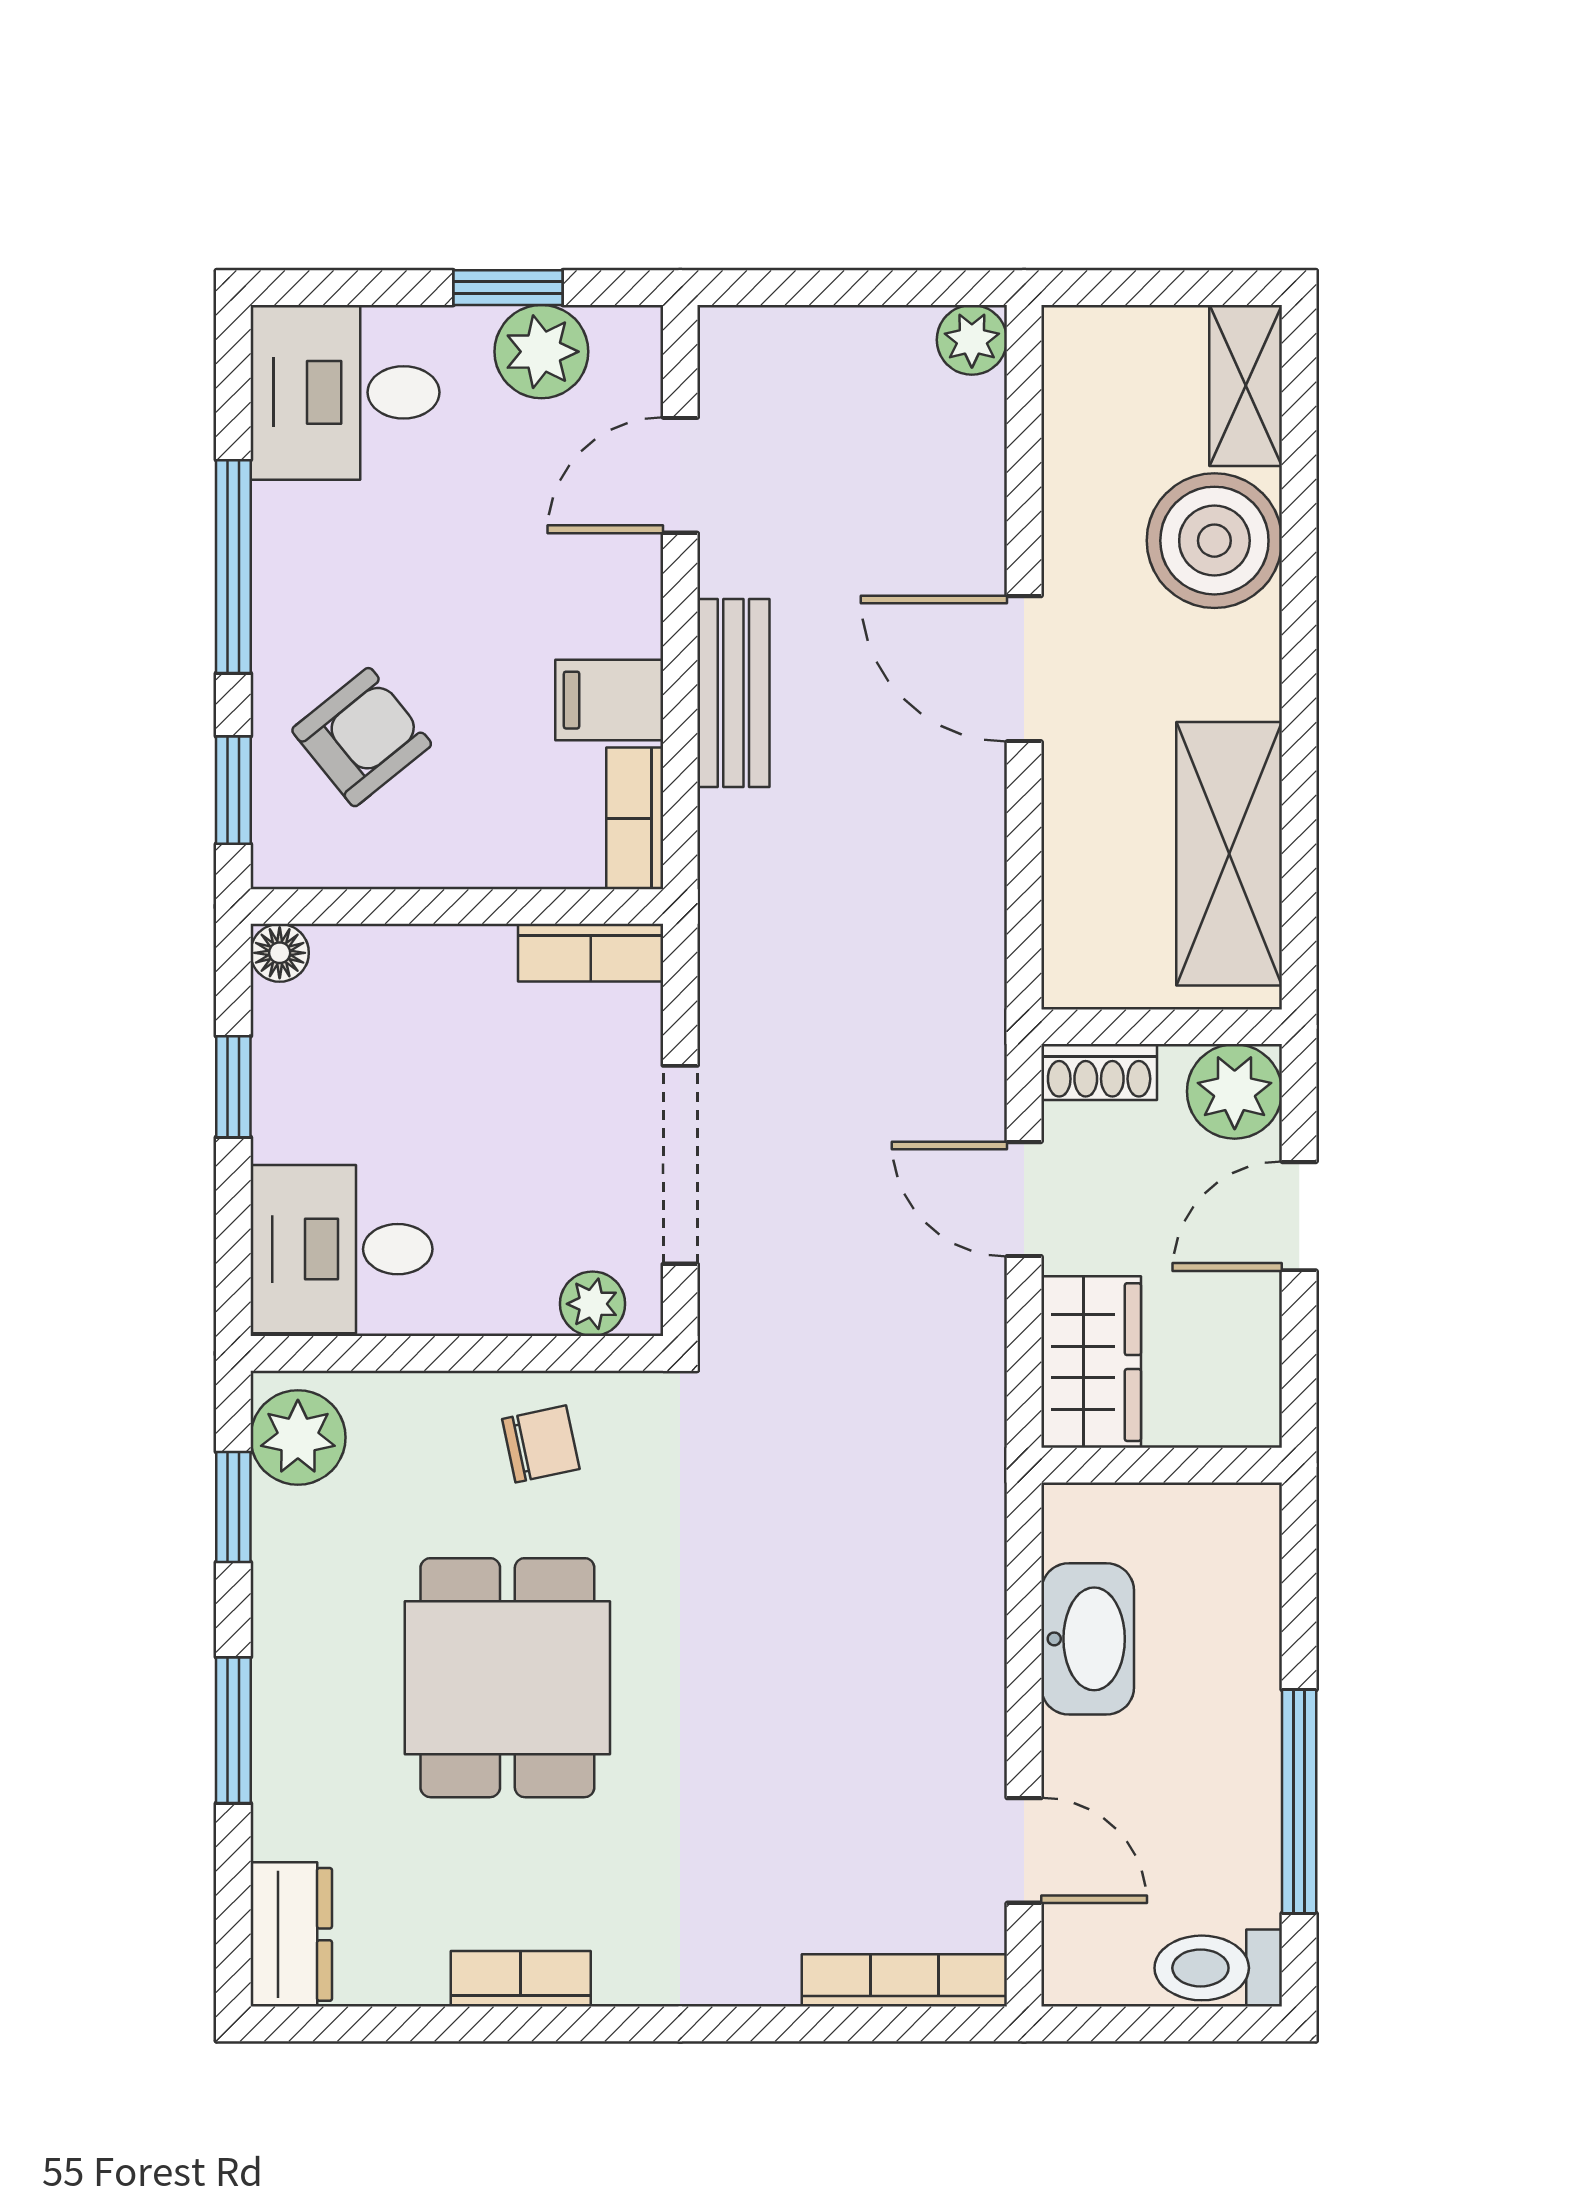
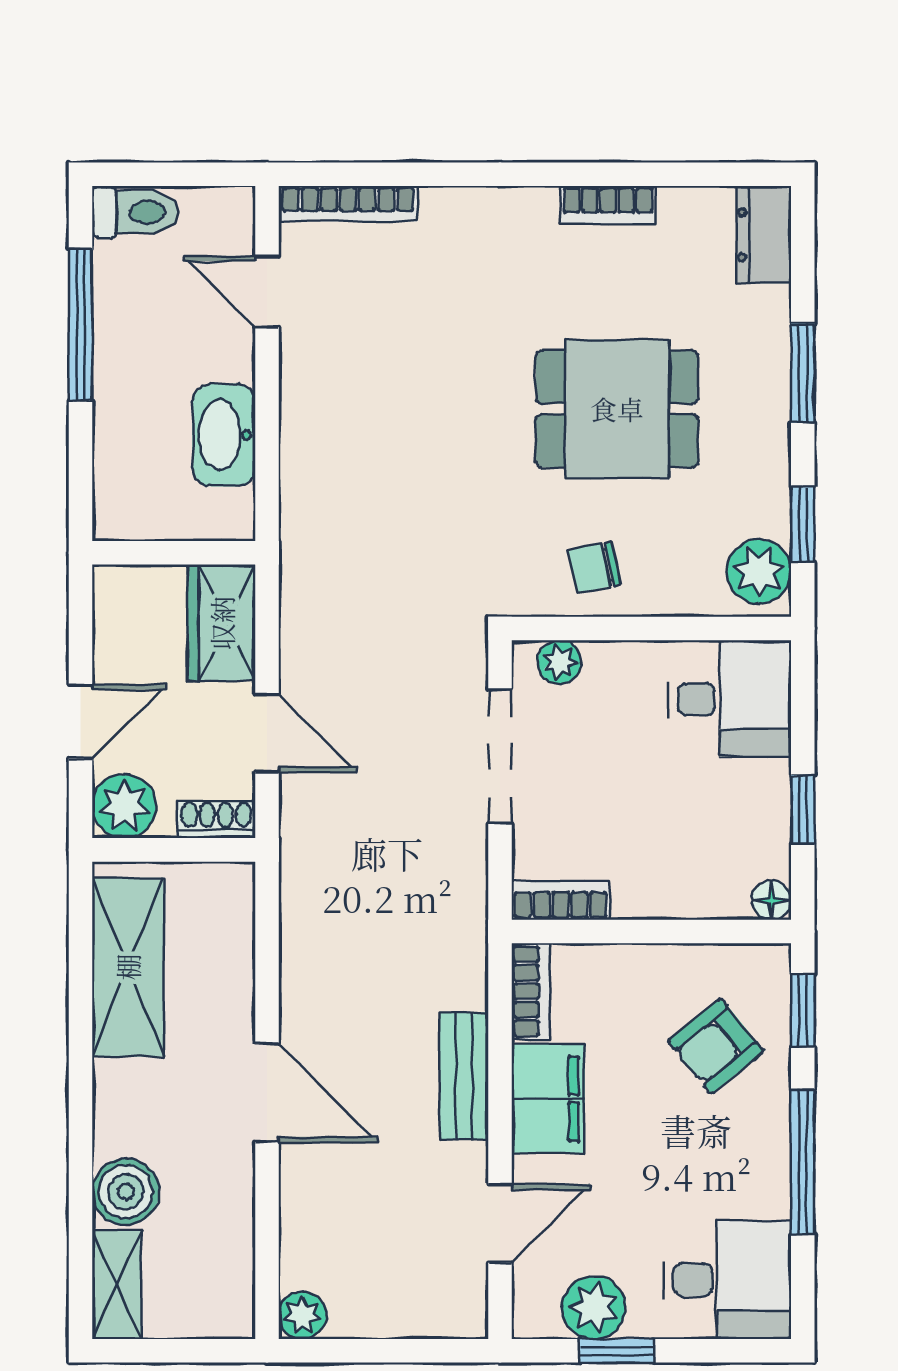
boiler: (1214, 541) -> (126, 1192), width x0.73, depth x0.73
filing cabinet: (609, 700) -> (548, 1099), width x2.00
dining table: (507, 1678) -> (617, 409), turned 90

